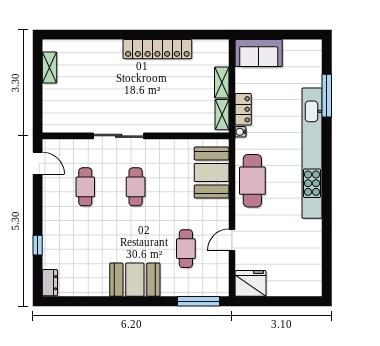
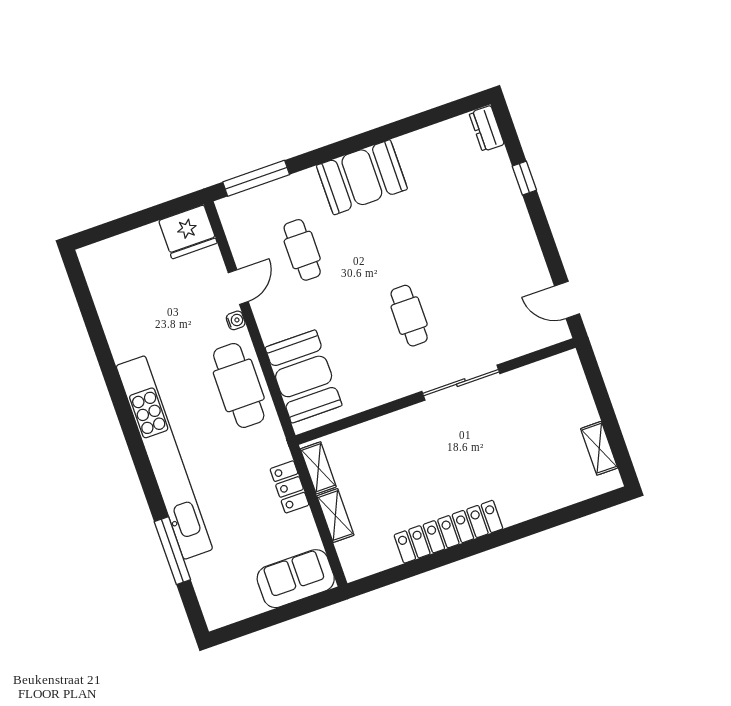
water cooler: (241, 132) -> (236, 320), moved
cafe table: (85, 187) -> (484, 289), removed

